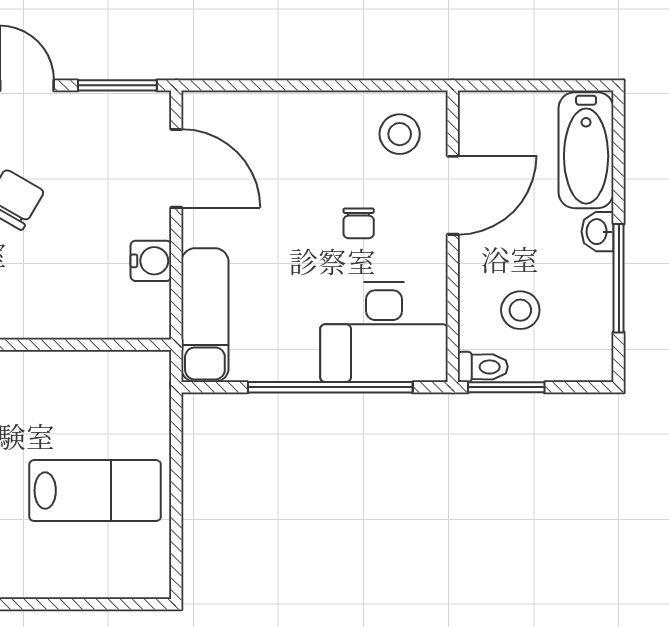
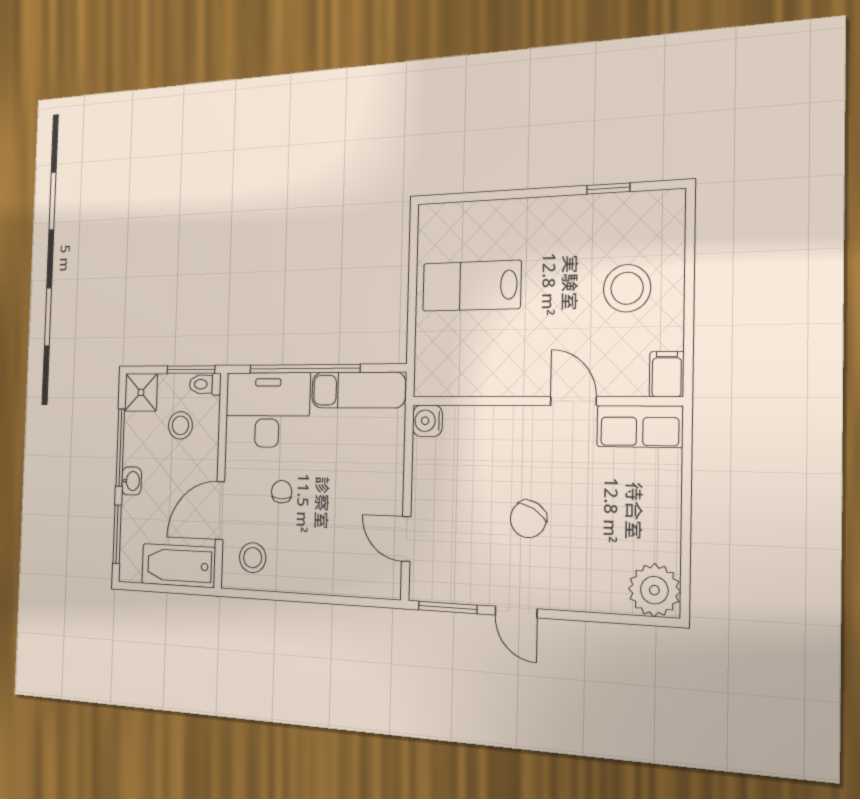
bathtub: (586, 150) -> (178, 565), moved, turned -90
window: (619, 157) -> (117, 534), added
door: (176, 168) -> (406, 539), width x0.73
water cooler: (151, 261) -> (427, 421), moved
exam couch: (205, 315) -> (358, 390), moved, turned -90
shower: (587, 356) -> (141, 392), added

